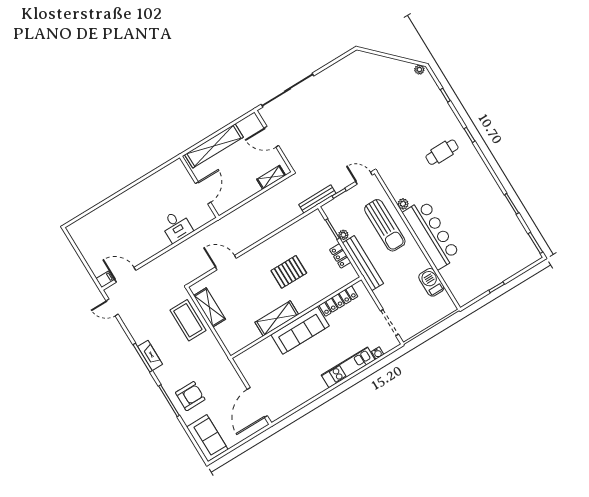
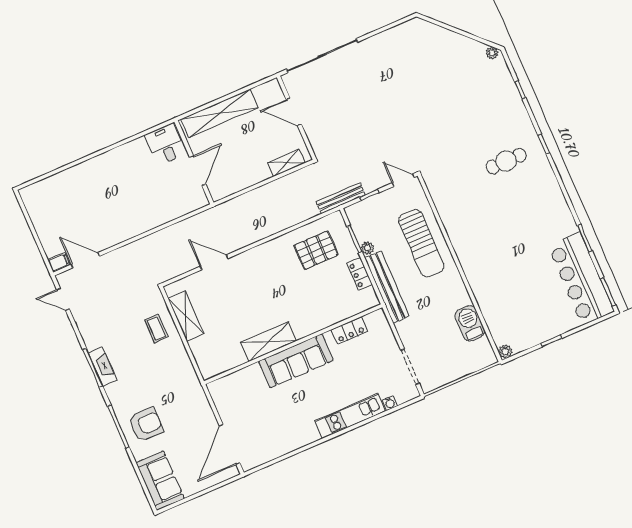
plant: (403, 204) -> (505, 352), moved
desk: (176, 226) -> (165, 144), moved, turned 180
bar counter: (432, 234) -> (581, 279), moved, turned 180
pallet: (289, 272) -> (316, 250), moved
locker: (338, 301) -> (349, 331), width x0.66
coffee table: (188, 320) -> (156, 328), width x0.54, depth x0.58

